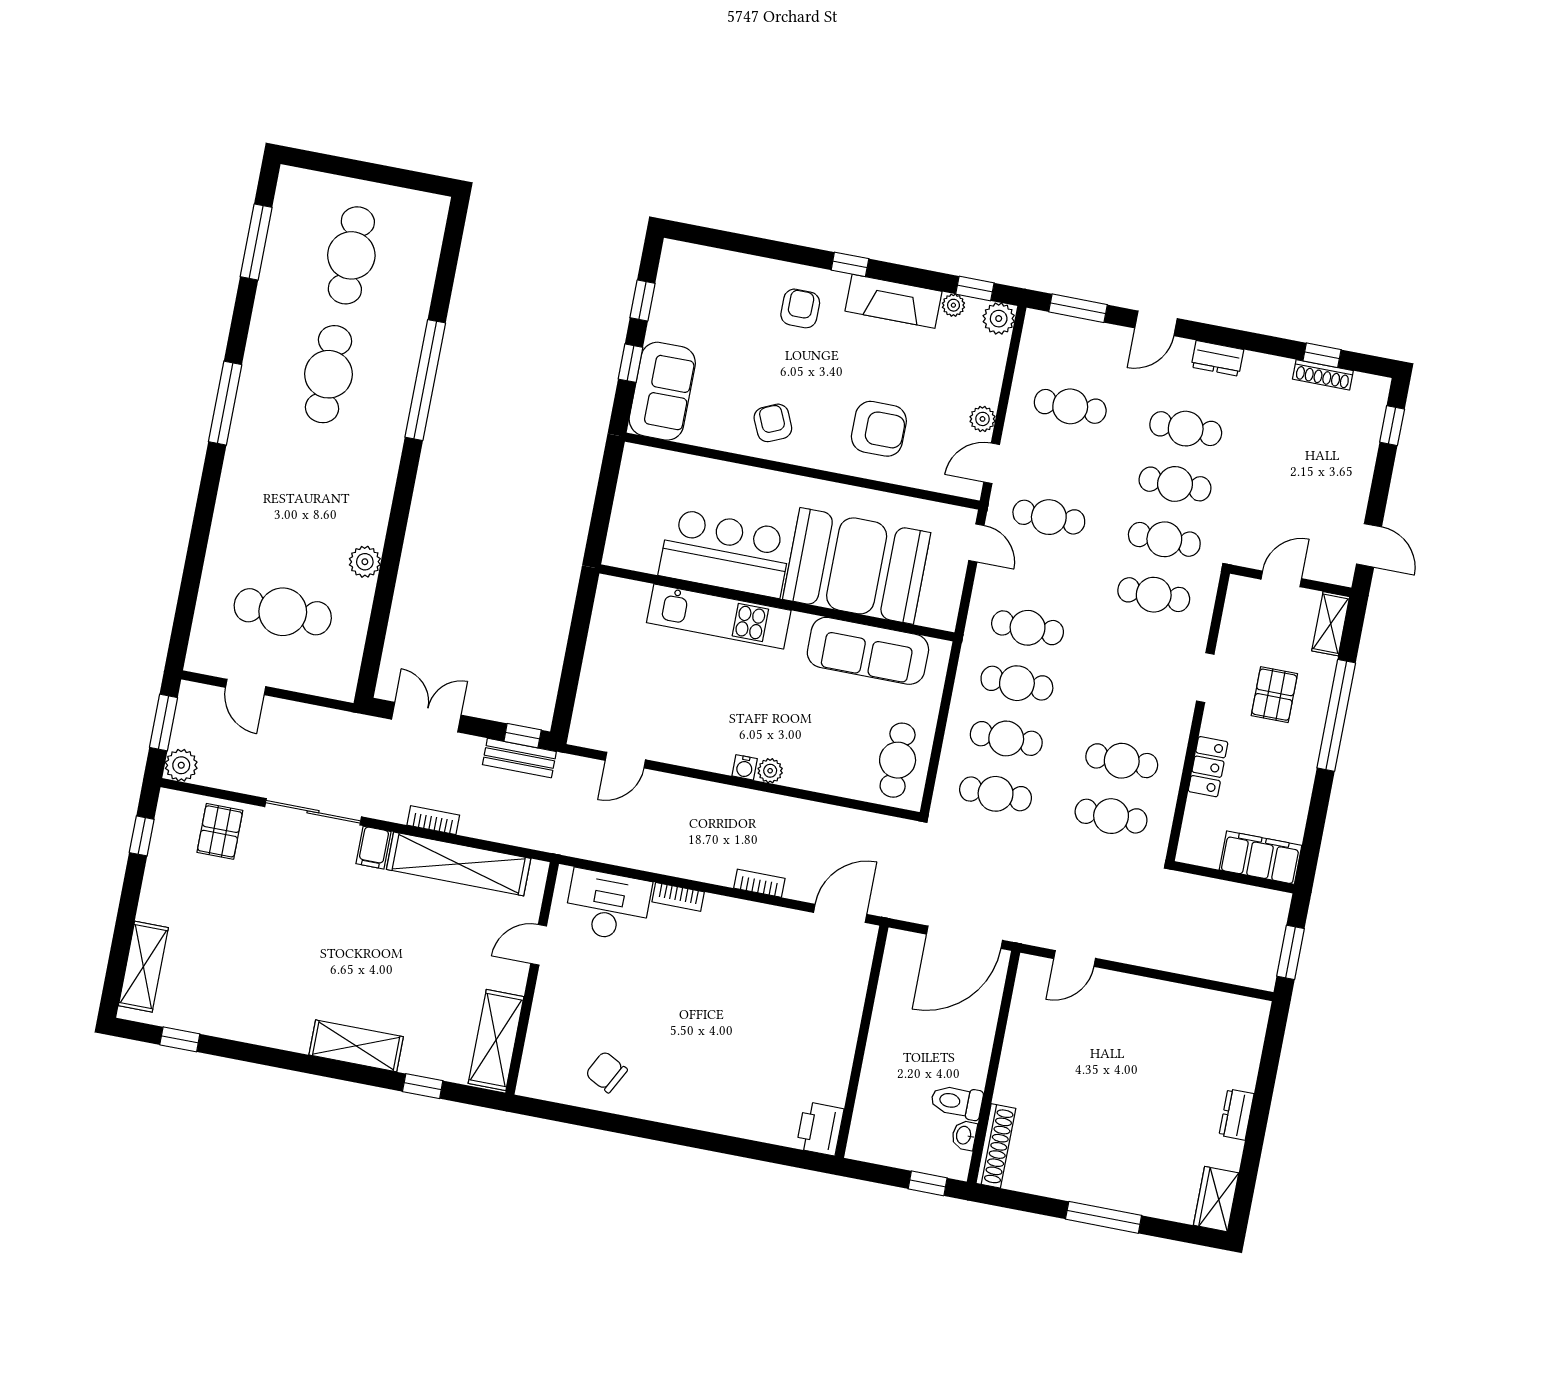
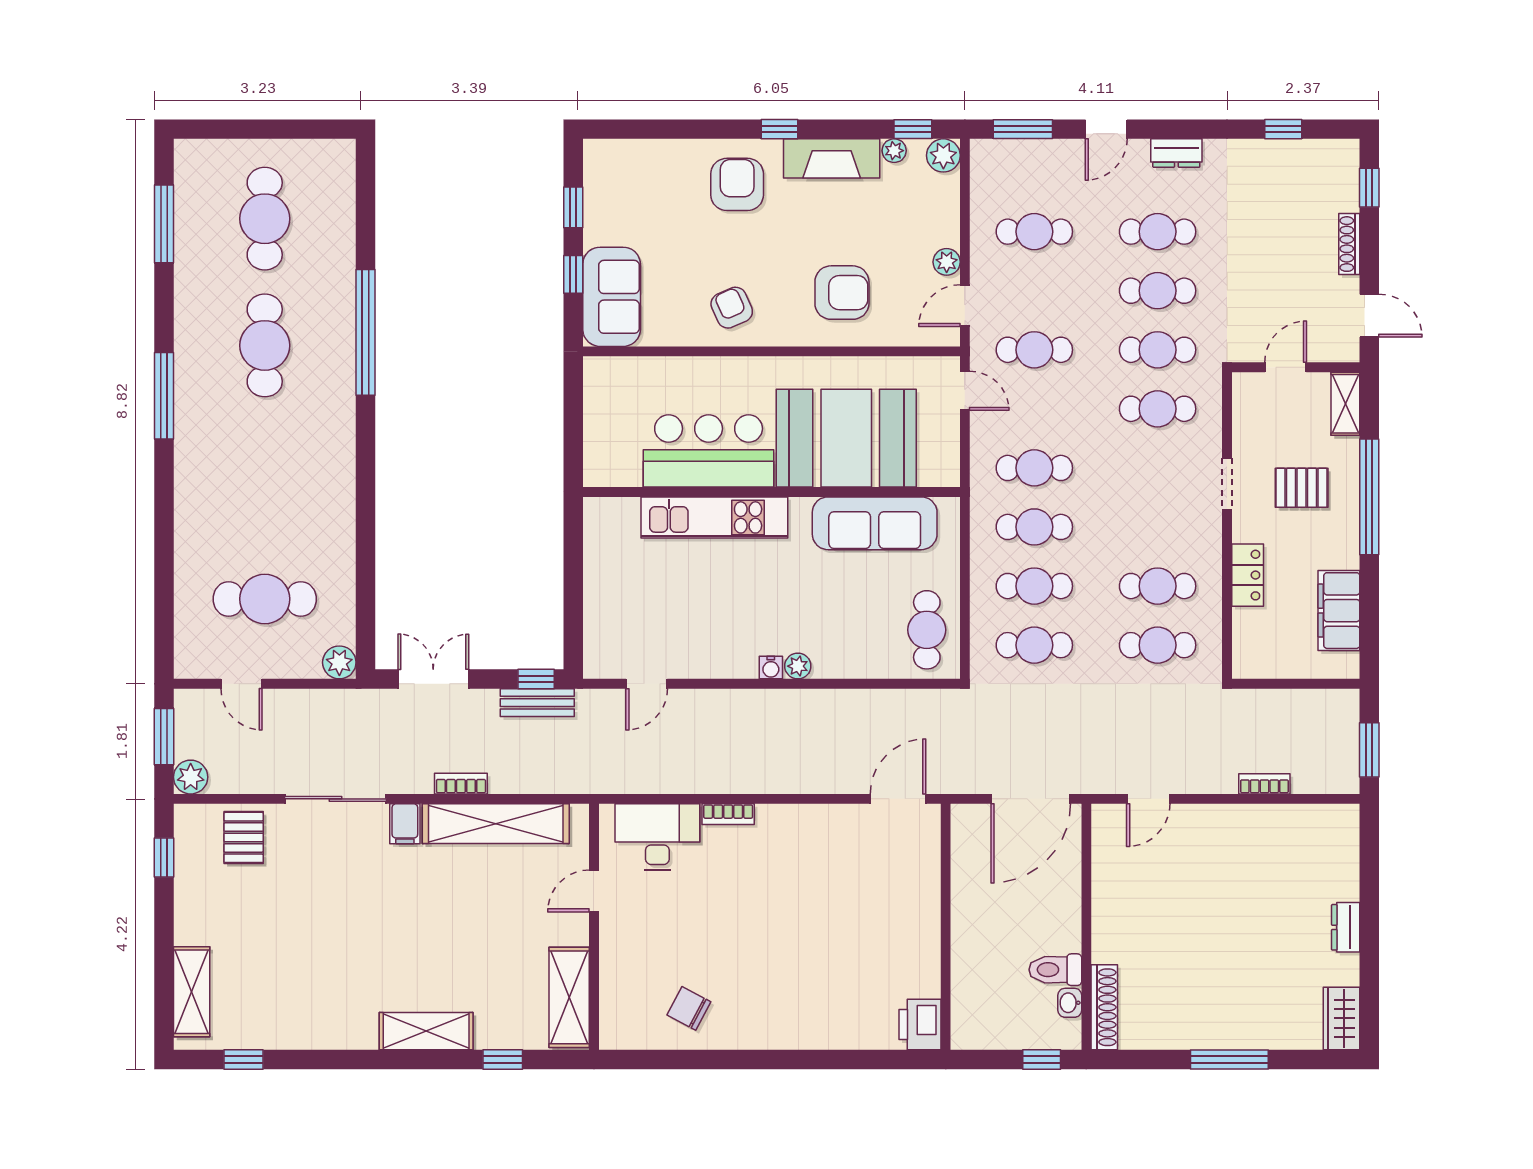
armchair: (800, 308) -> (737, 184), width x1.38, depth x1.38
shoe rack: (1323, 375) -> (1349, 244), moved, turned 90
plant: (365, 562) -> (339, 662), moved
pallet: (1274, 695) -> (1302, 488), turned 90
filing cabinet: (1260, 858) -> (1339, 611), moved, turned -90
bookcase: (759, 883) -> (1264, 784), moved

